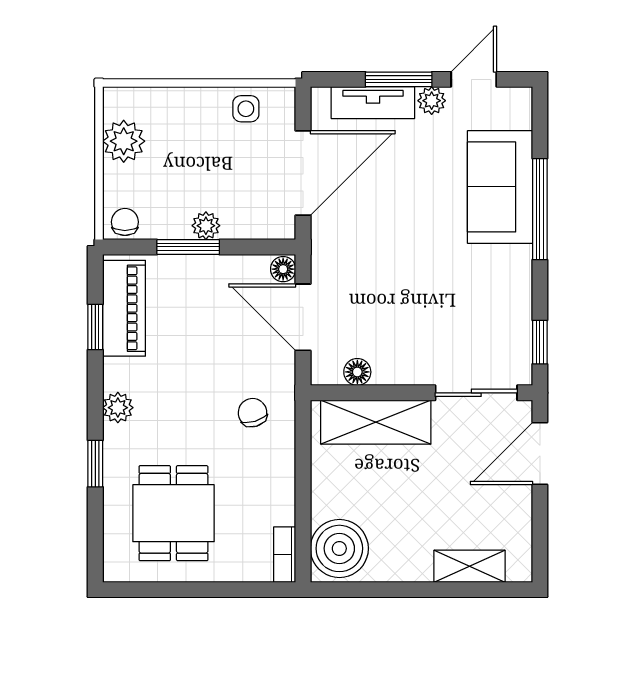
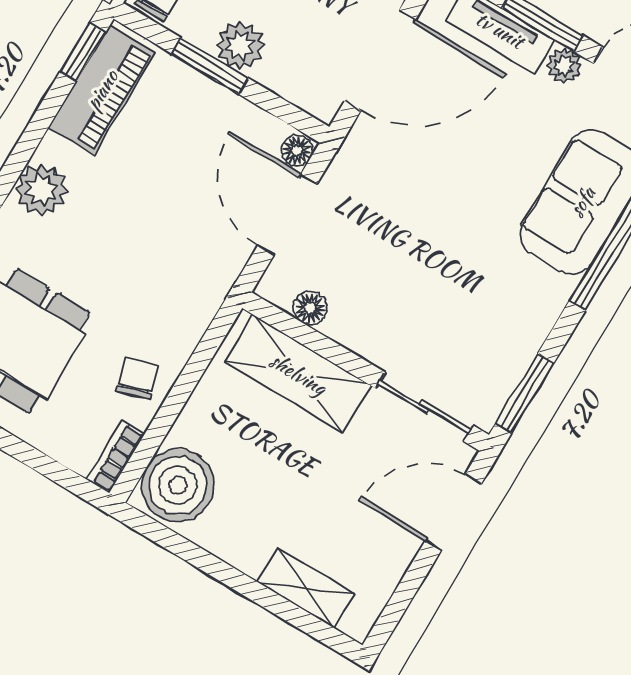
plant: (206, 226) -> (240, 45), width x1.38, depth x1.38
window: (95, 327) -> (83, 52), moved
window: (540, 342) -> (525, 393), width x1.50
plant: (118, 408) -> (41, 190), width x1.38, depth x1.38
chair: (253, 413) -> (138, 378), moved

